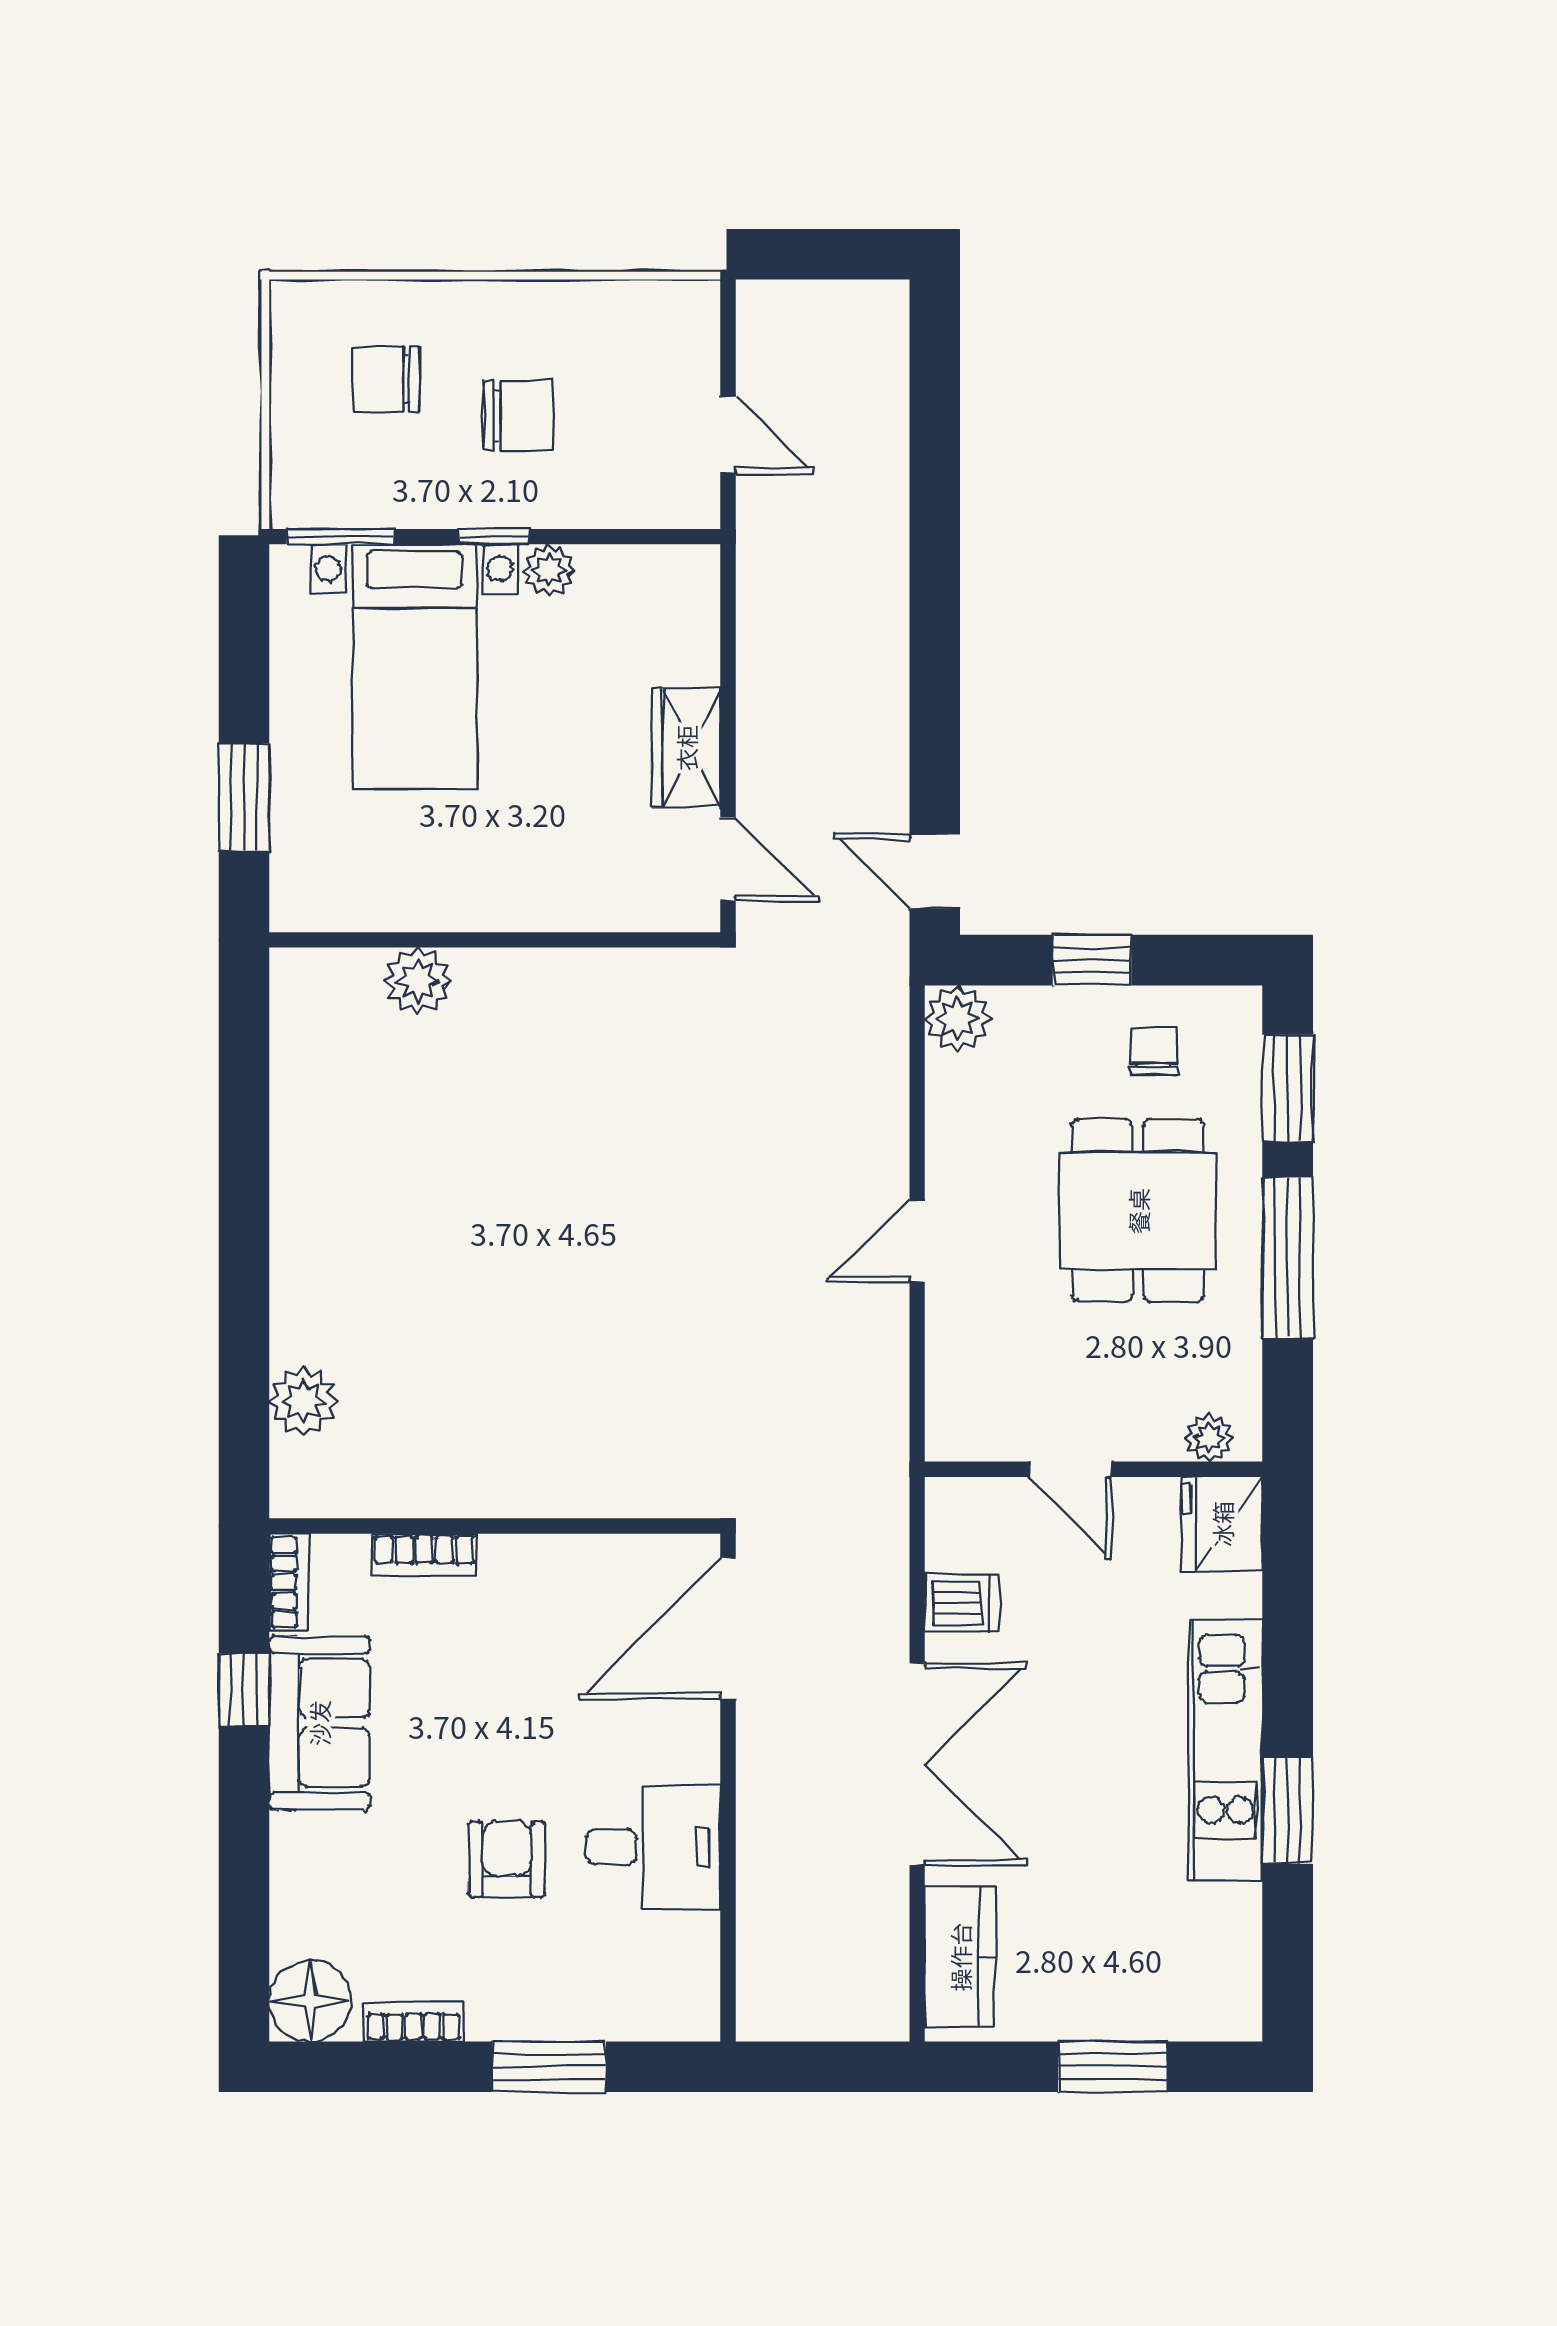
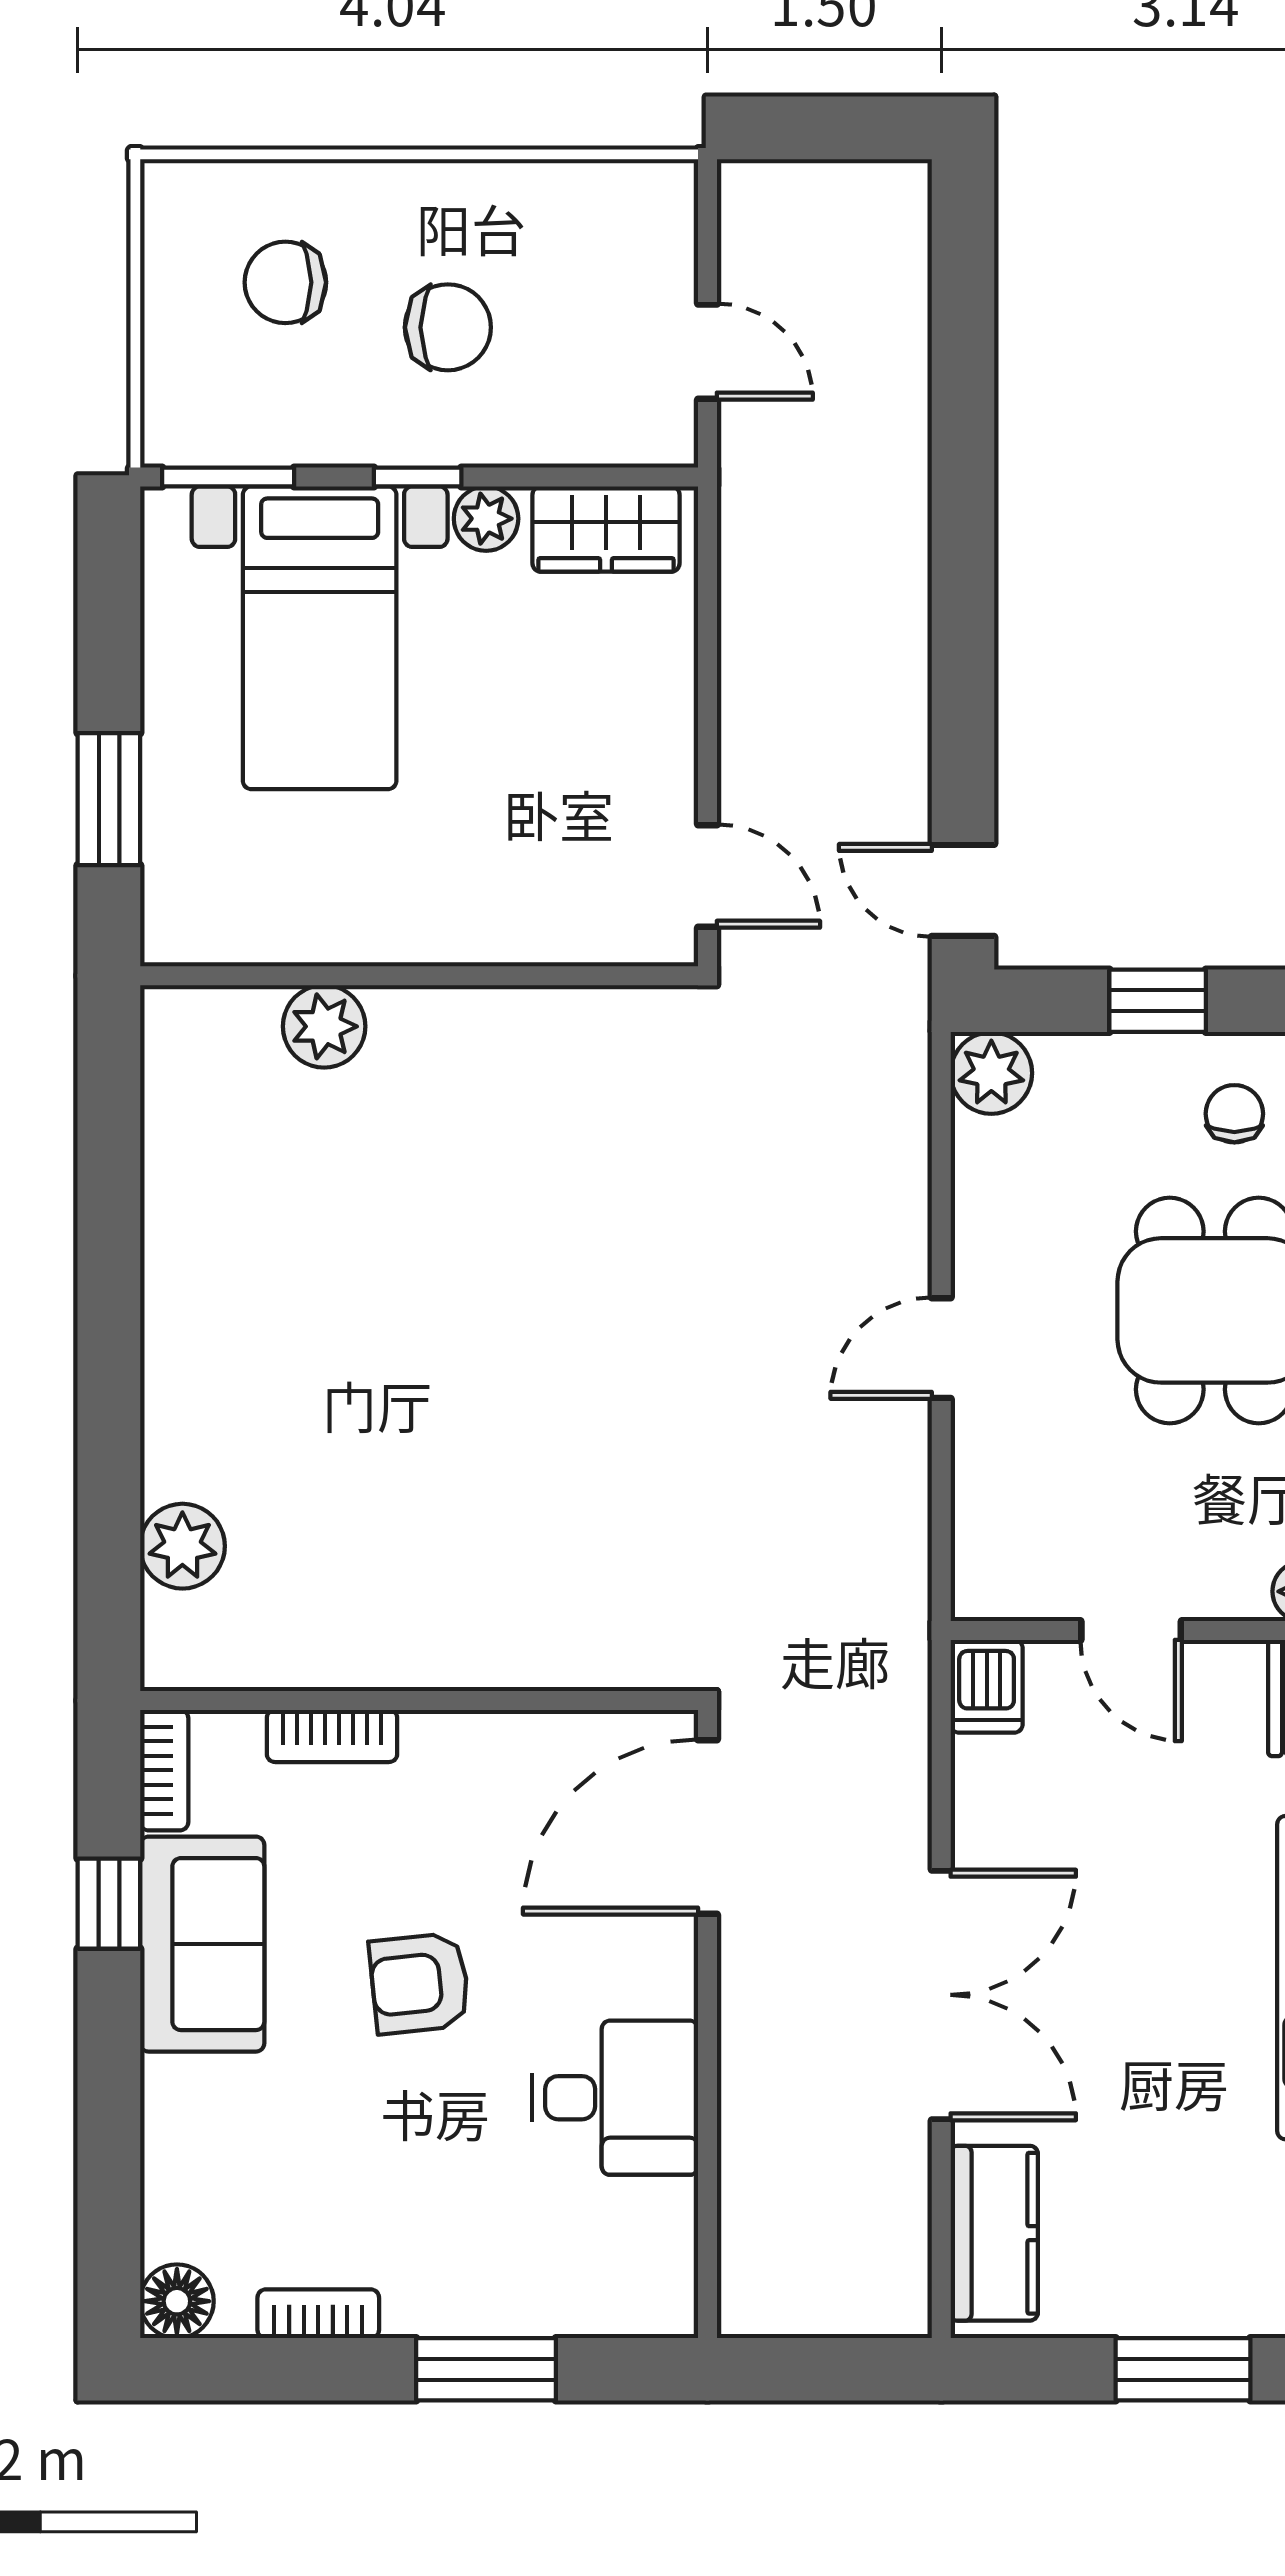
wardrobe: (686, 748) -> (606, 529), moved, turned -90
dishwasher: (962, 1603) -> (987, 1686), moved, turned 90
armchair: (507, 1859) -> (420, 1983), moved, turned -96
floor lamp: (310, 2001) -> (177, 2301), width x0.73, depth x0.73

